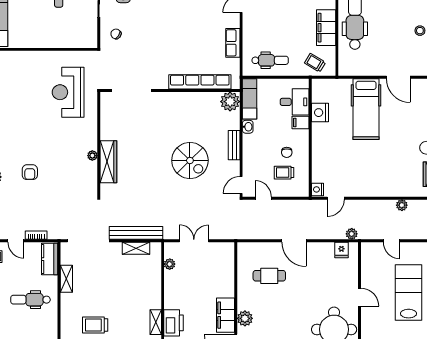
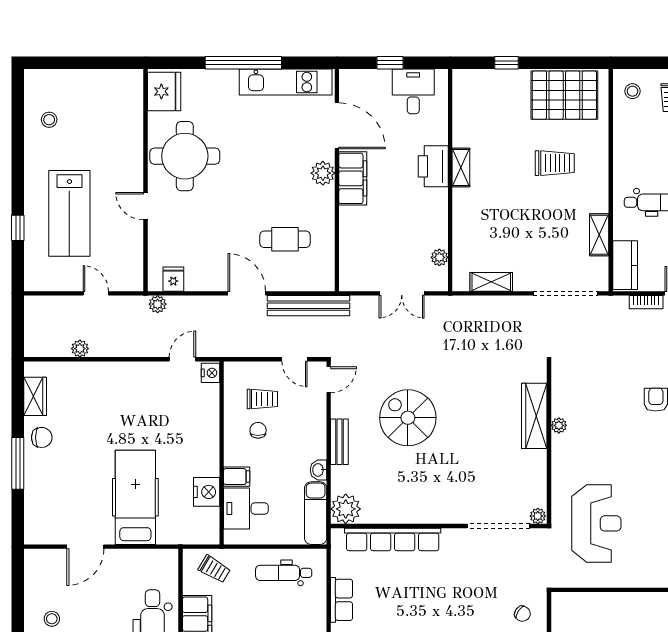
door: (398, 77) -> (85, 547), swing flipped
plant: (106, 97) -> (538, 516), added
bench: (136, 233) -> (309, 306), moved

